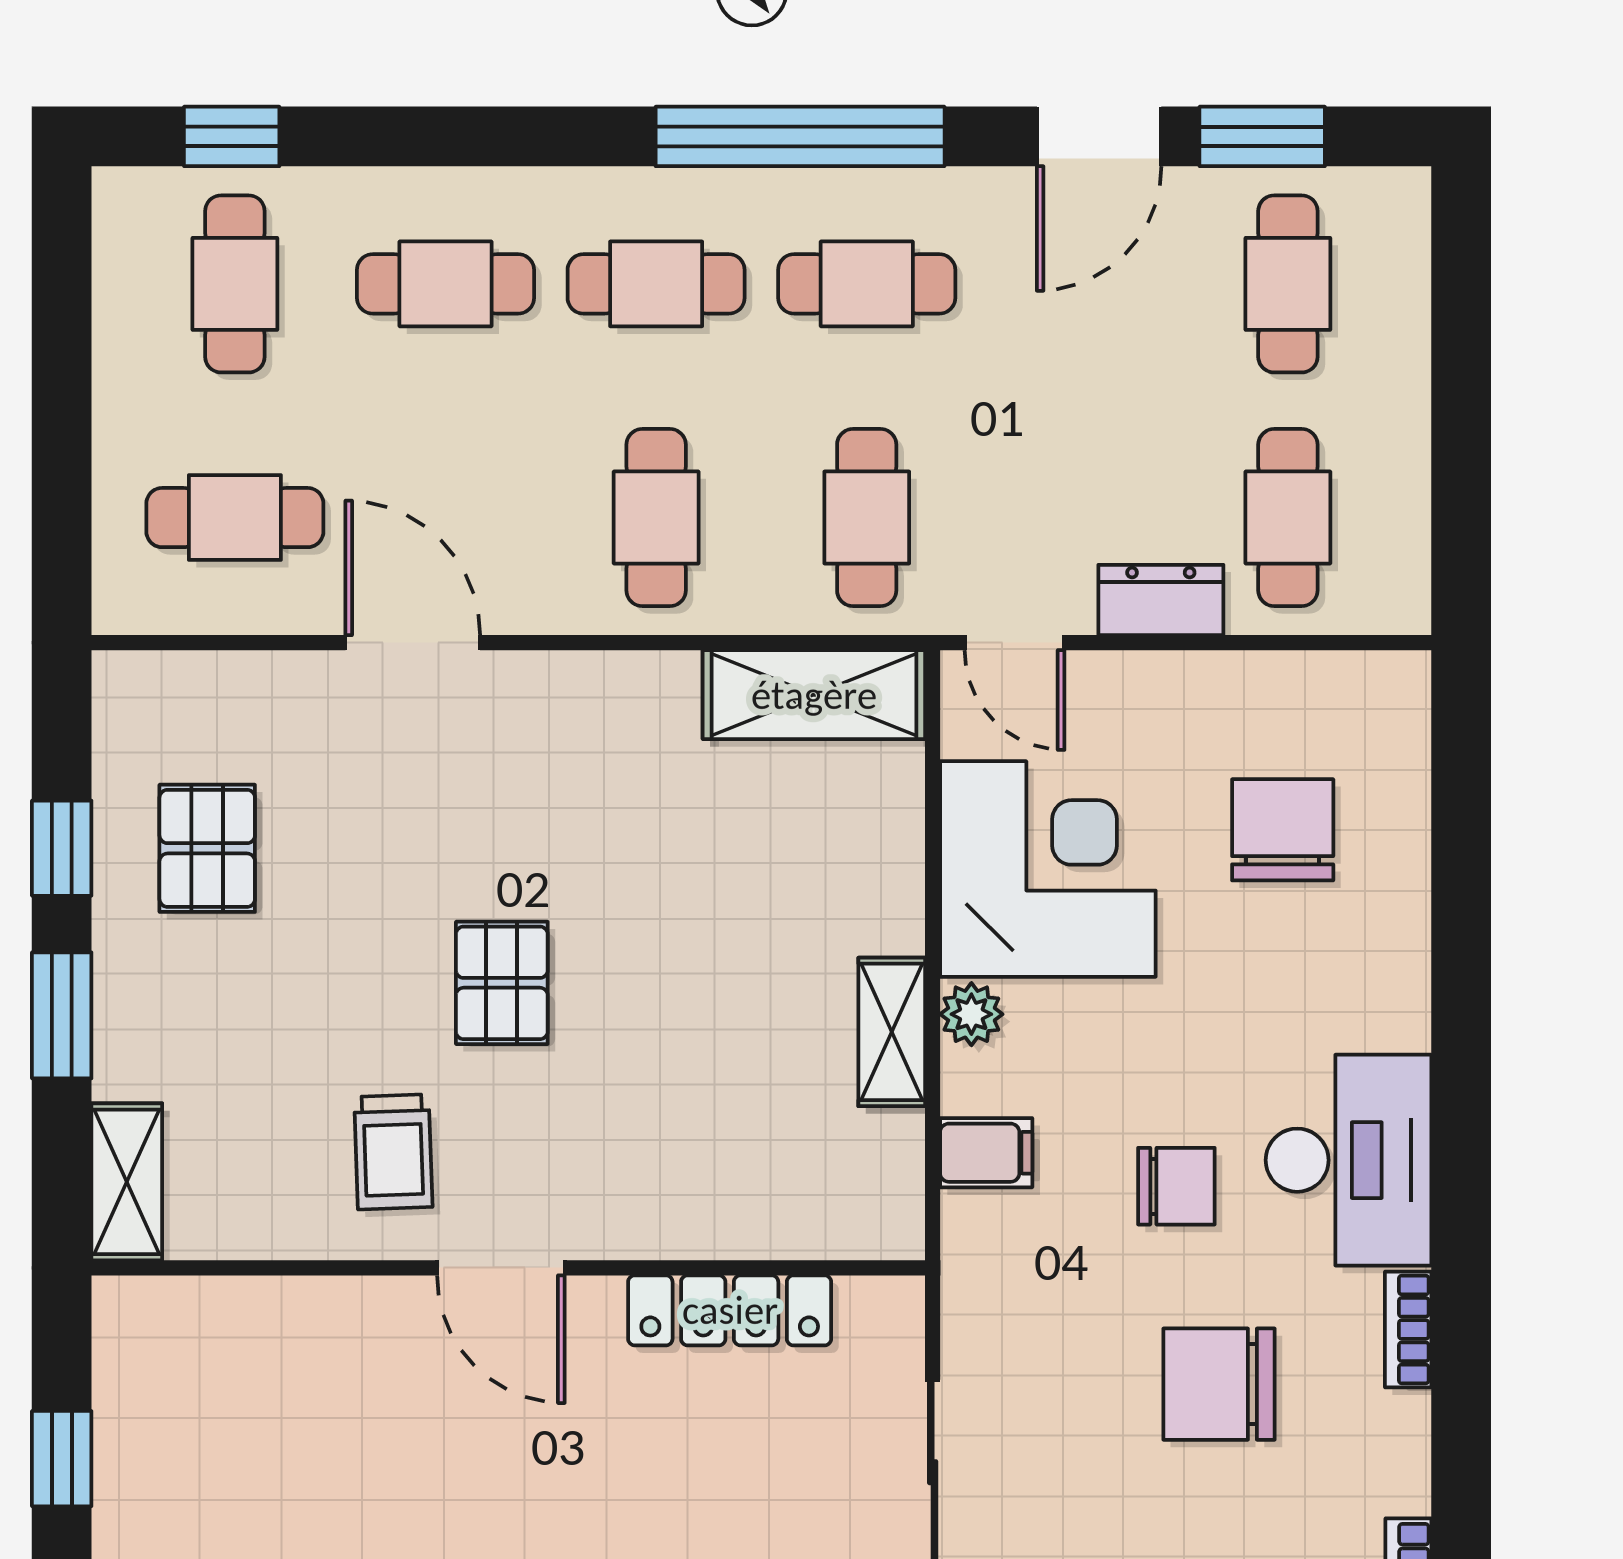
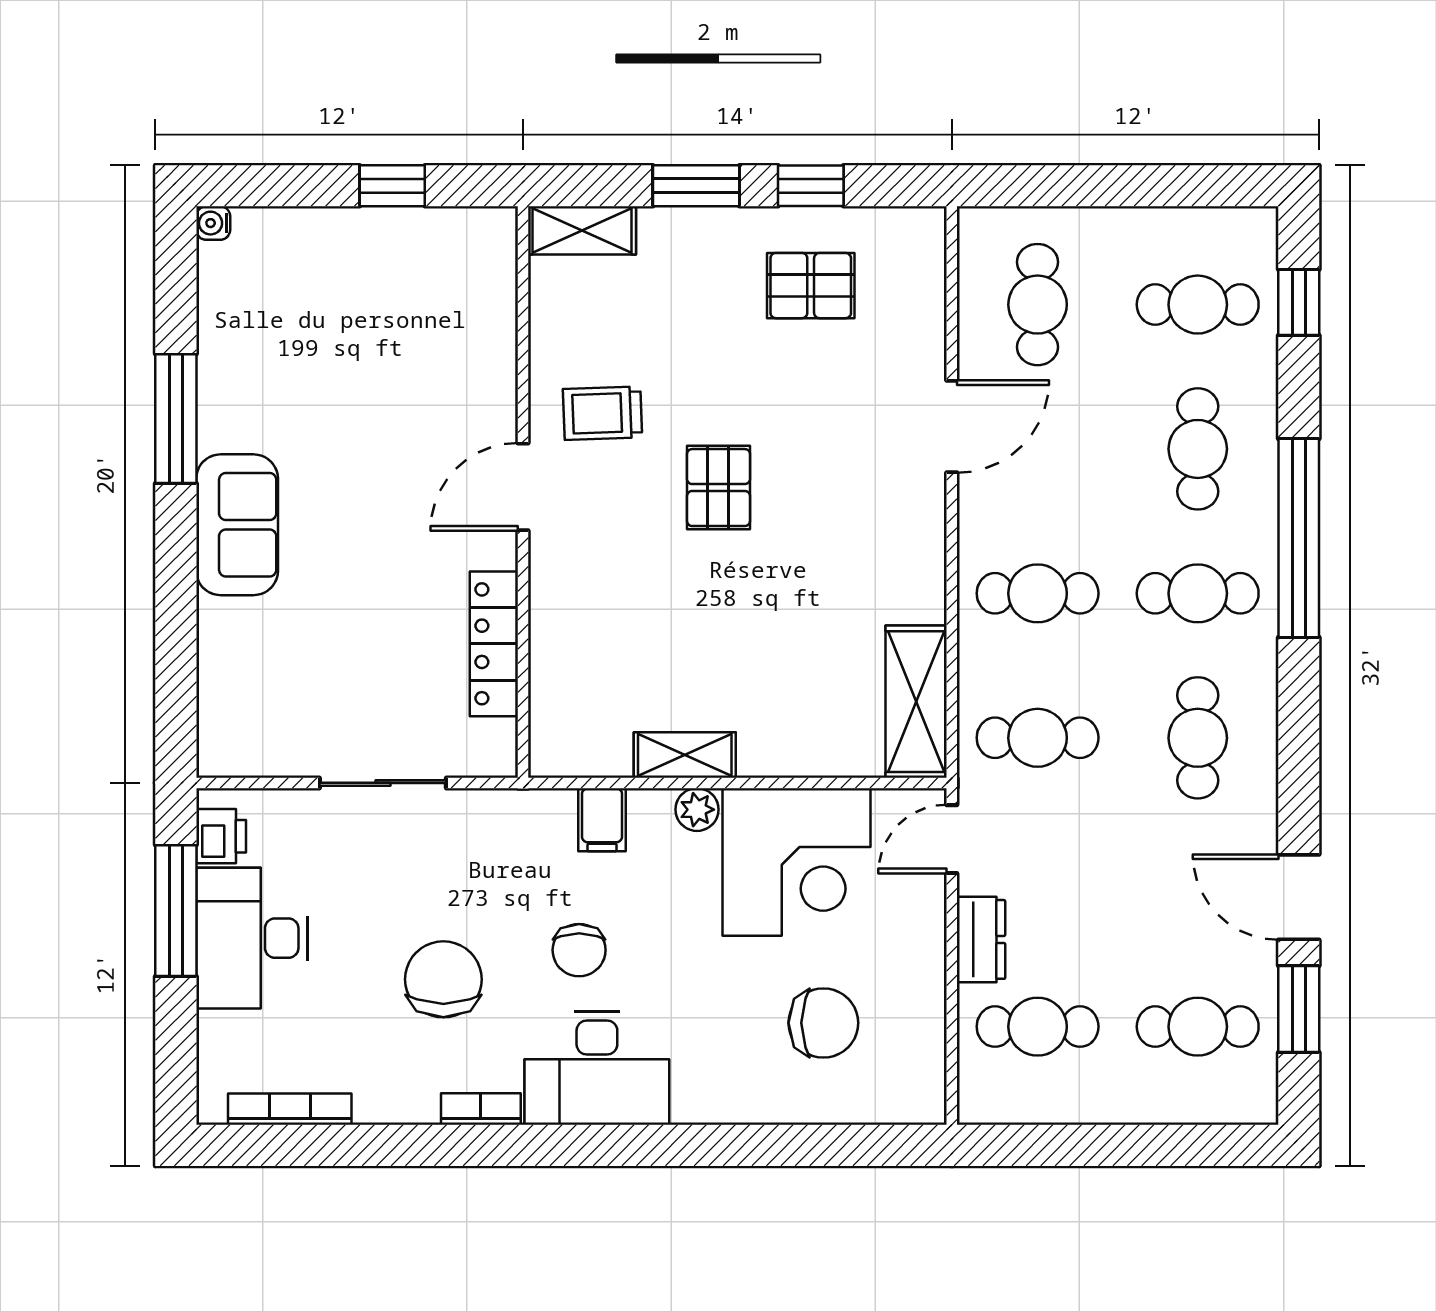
window: (800, 136) -> (1299, 538), moved
cafe table: (656, 284) -> (1198, 593), turned 90
pallet: (502, 983) -> (718, 488), turned 90

